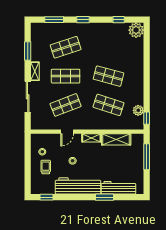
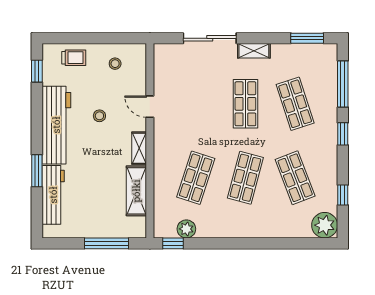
window: (54, 20) -> (343, 84), width x1.44
window: (28, 51) -> (307, 38), moved
shop shelf: (66, 105) -> (295, 178), moved
trolley: (46, 167) -> (74, 58), moved

